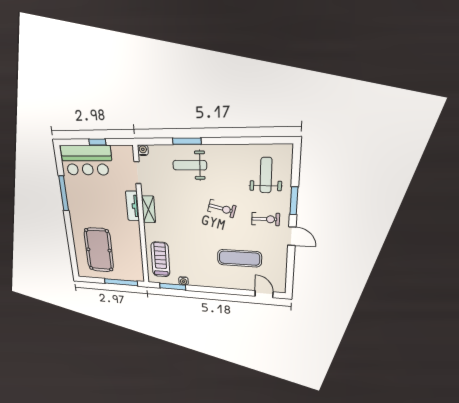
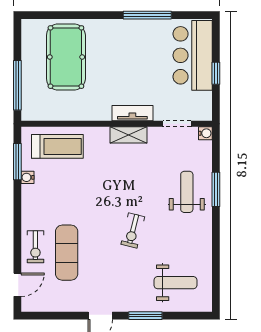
exercise bike: (266, 219) -> (35, 247), moved
pool table: (99, 250) -> (66, 57), turned 90

